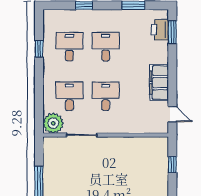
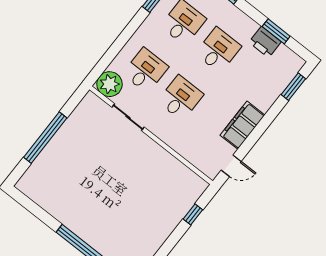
printer: (160, 30) -> (265, 42), moved, turned -90
door: (172, 114) -> (231, 166), hinge flipped

